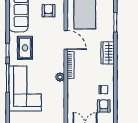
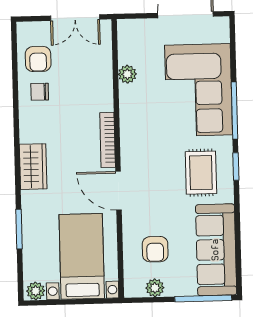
plant: (60, 77) -> (127, 74), moved

